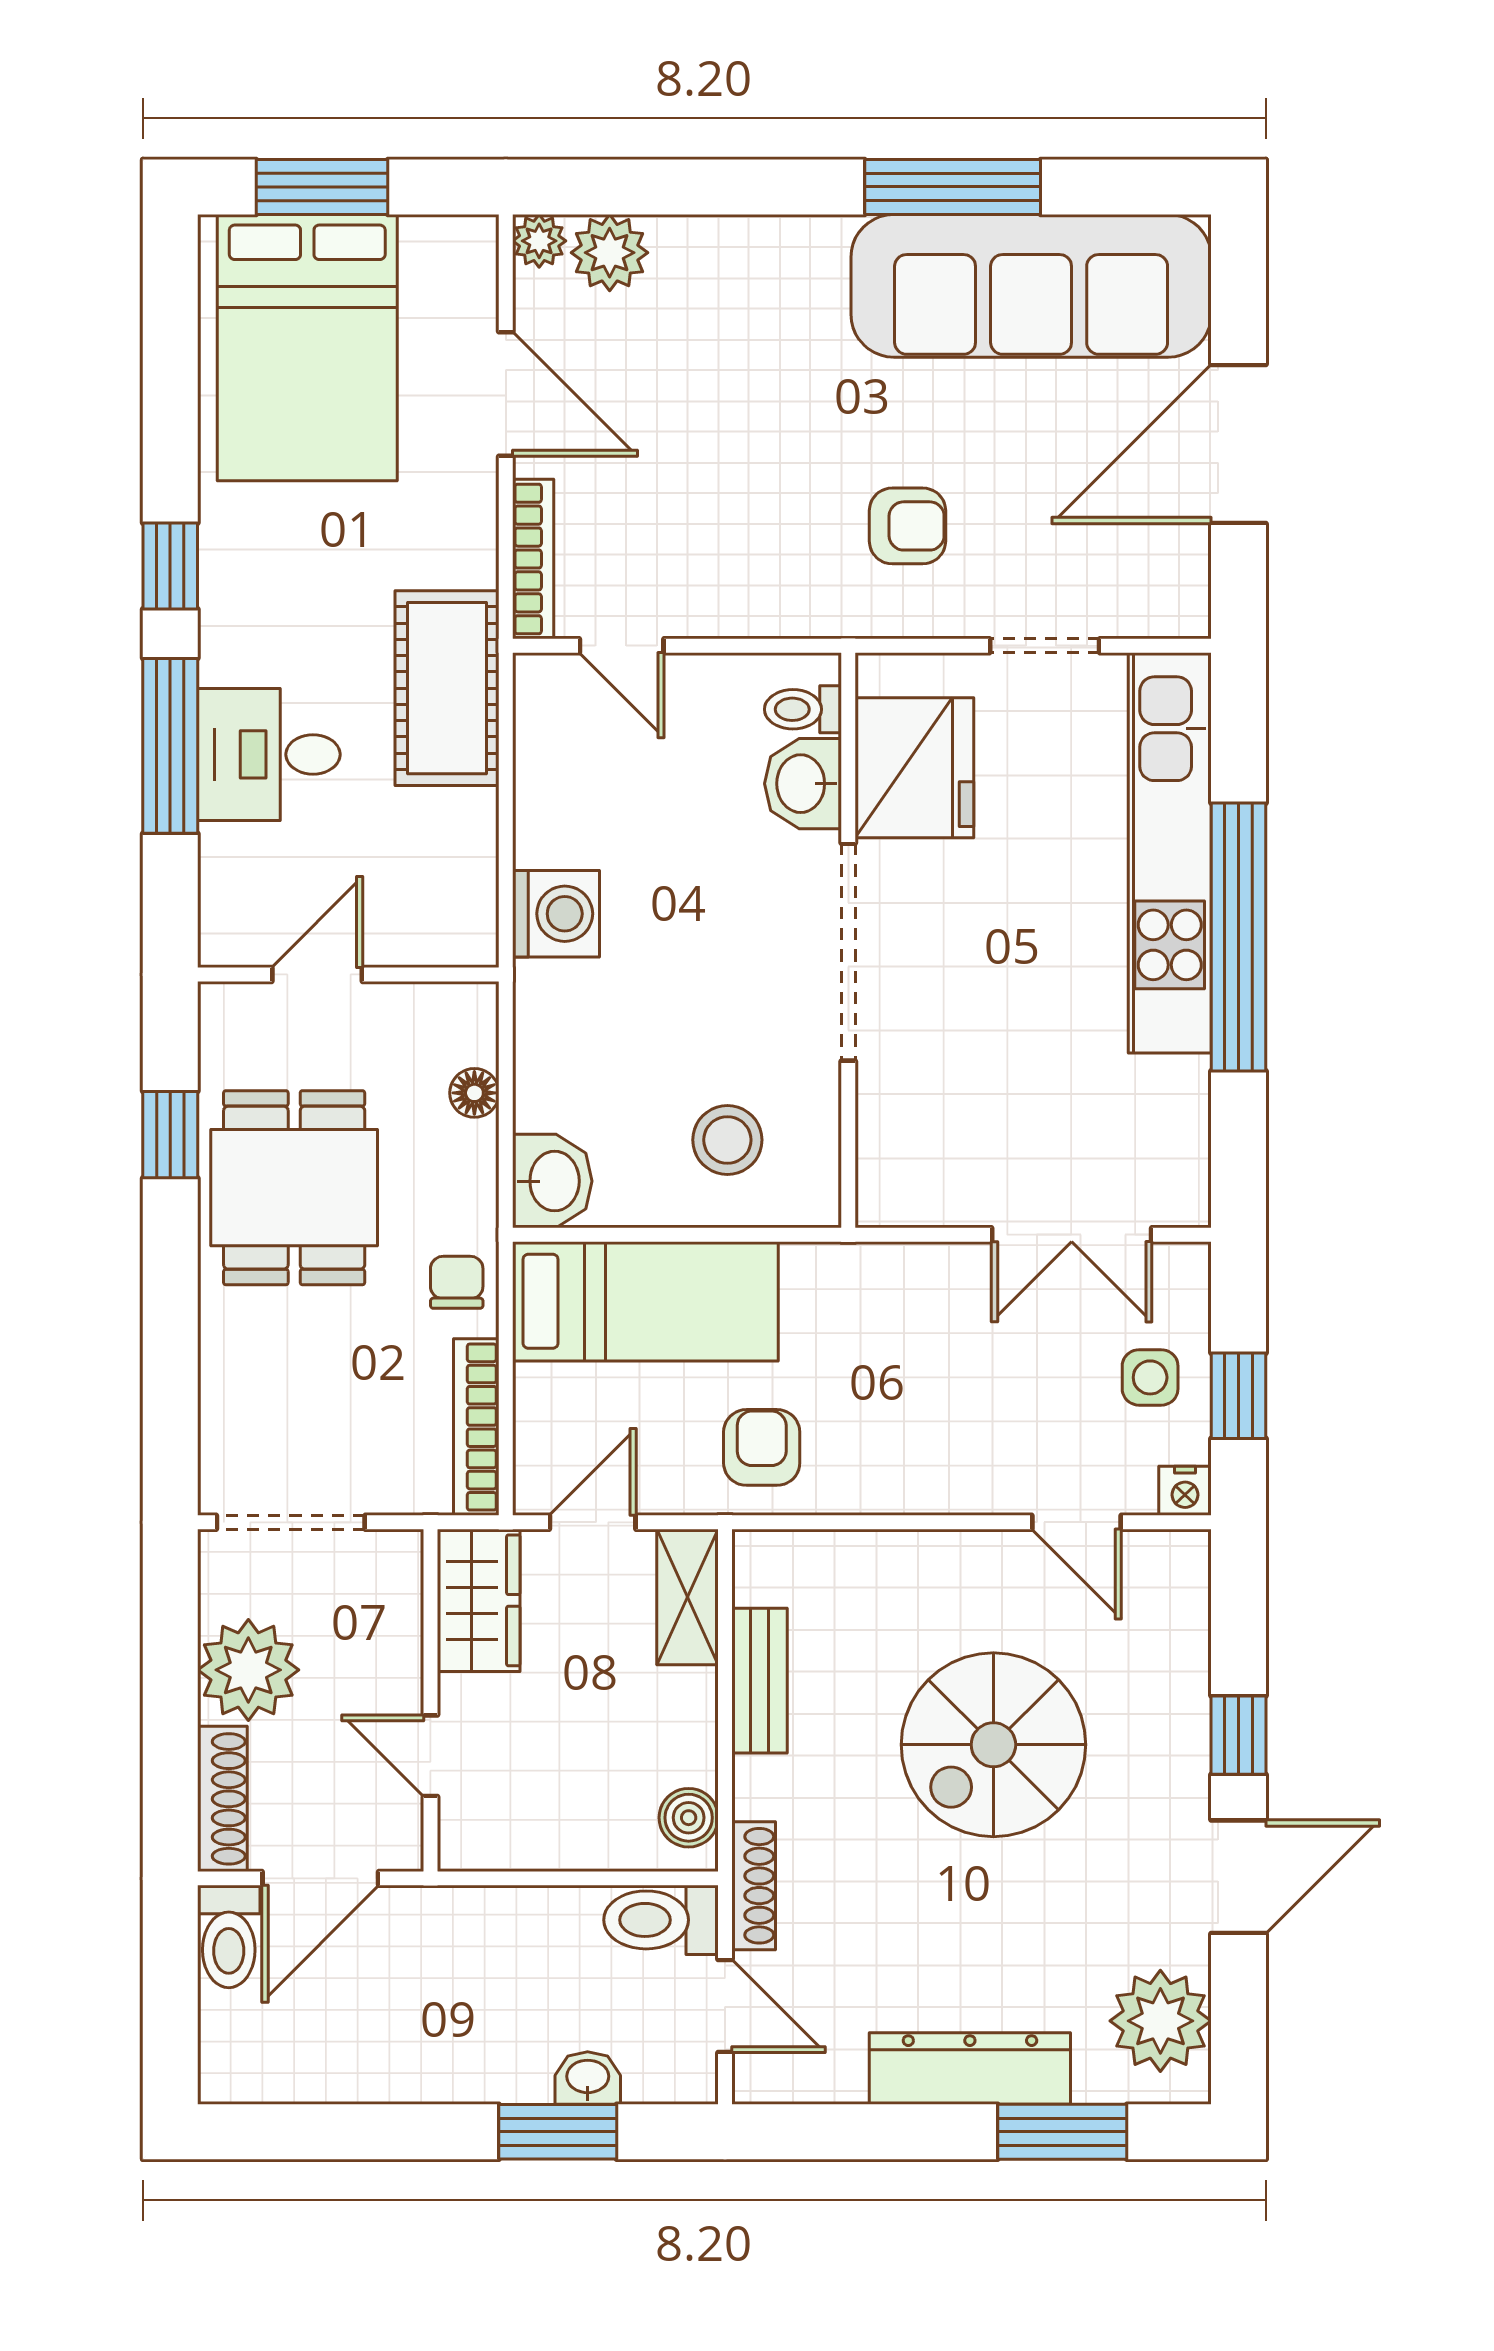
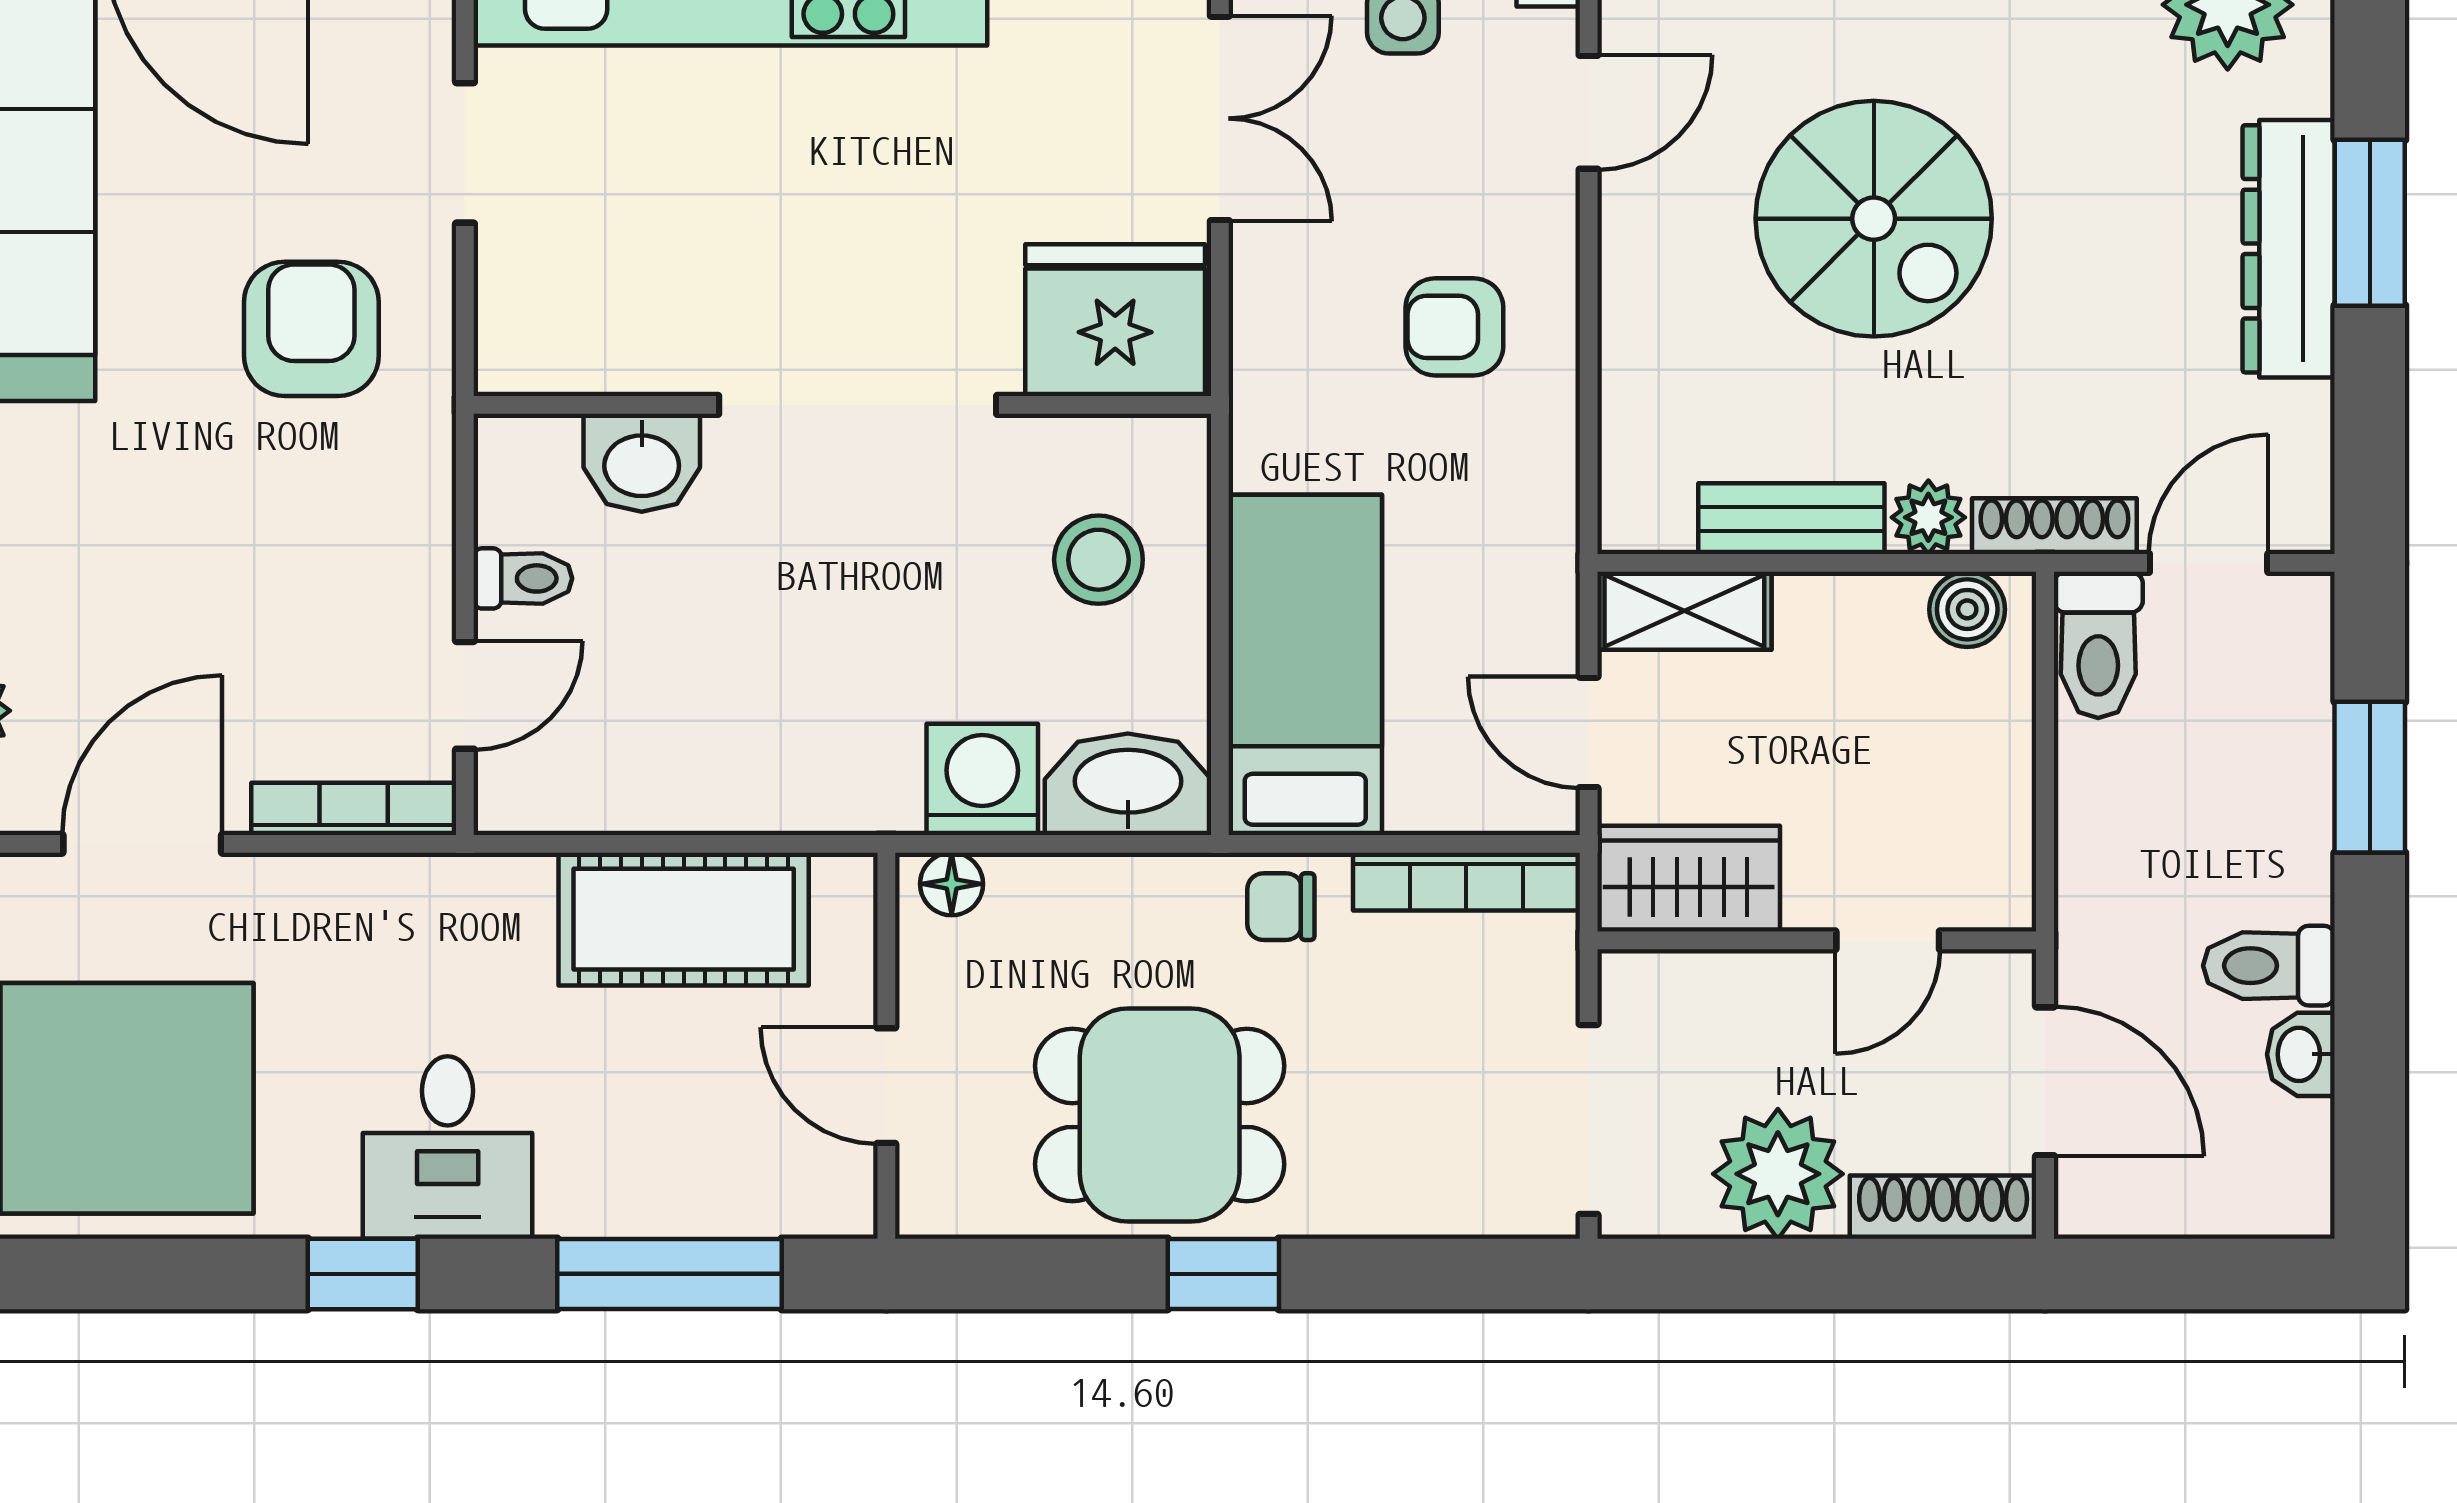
armchair: (907, 526) -> (311, 329), width x1.38, depth x1.38
cot: (447, 688) -> (684, 919), moved
toilet: (803, 709) -> (523, 578), moved, turned -90
window: (170, 746) -> (669, 1274), moved
desk: (269, 754) -> (448, 1147), moved
fridge: (914, 768) -> (1115, 320), moved
washing machine: (556, 914) -> (982, 779), moved
floor lamp: (474, 1093) -> (952, 884), moved
window: (170, 1135) -> (1223, 1274), moved
washbasin: (552, 1181) -> (1128, 784), width x1.38
armchair: (762, 1447) -> (1454, 327), moved
plant: (760, 1787) -> (1928, 517), added
toilet: (229, 1937) -> (2269, 966), moved, turned 180
washbasin: (588, 2078) -> (2301, 1054), moved
window: (1062, 2132) -> (2370, 223), moved

